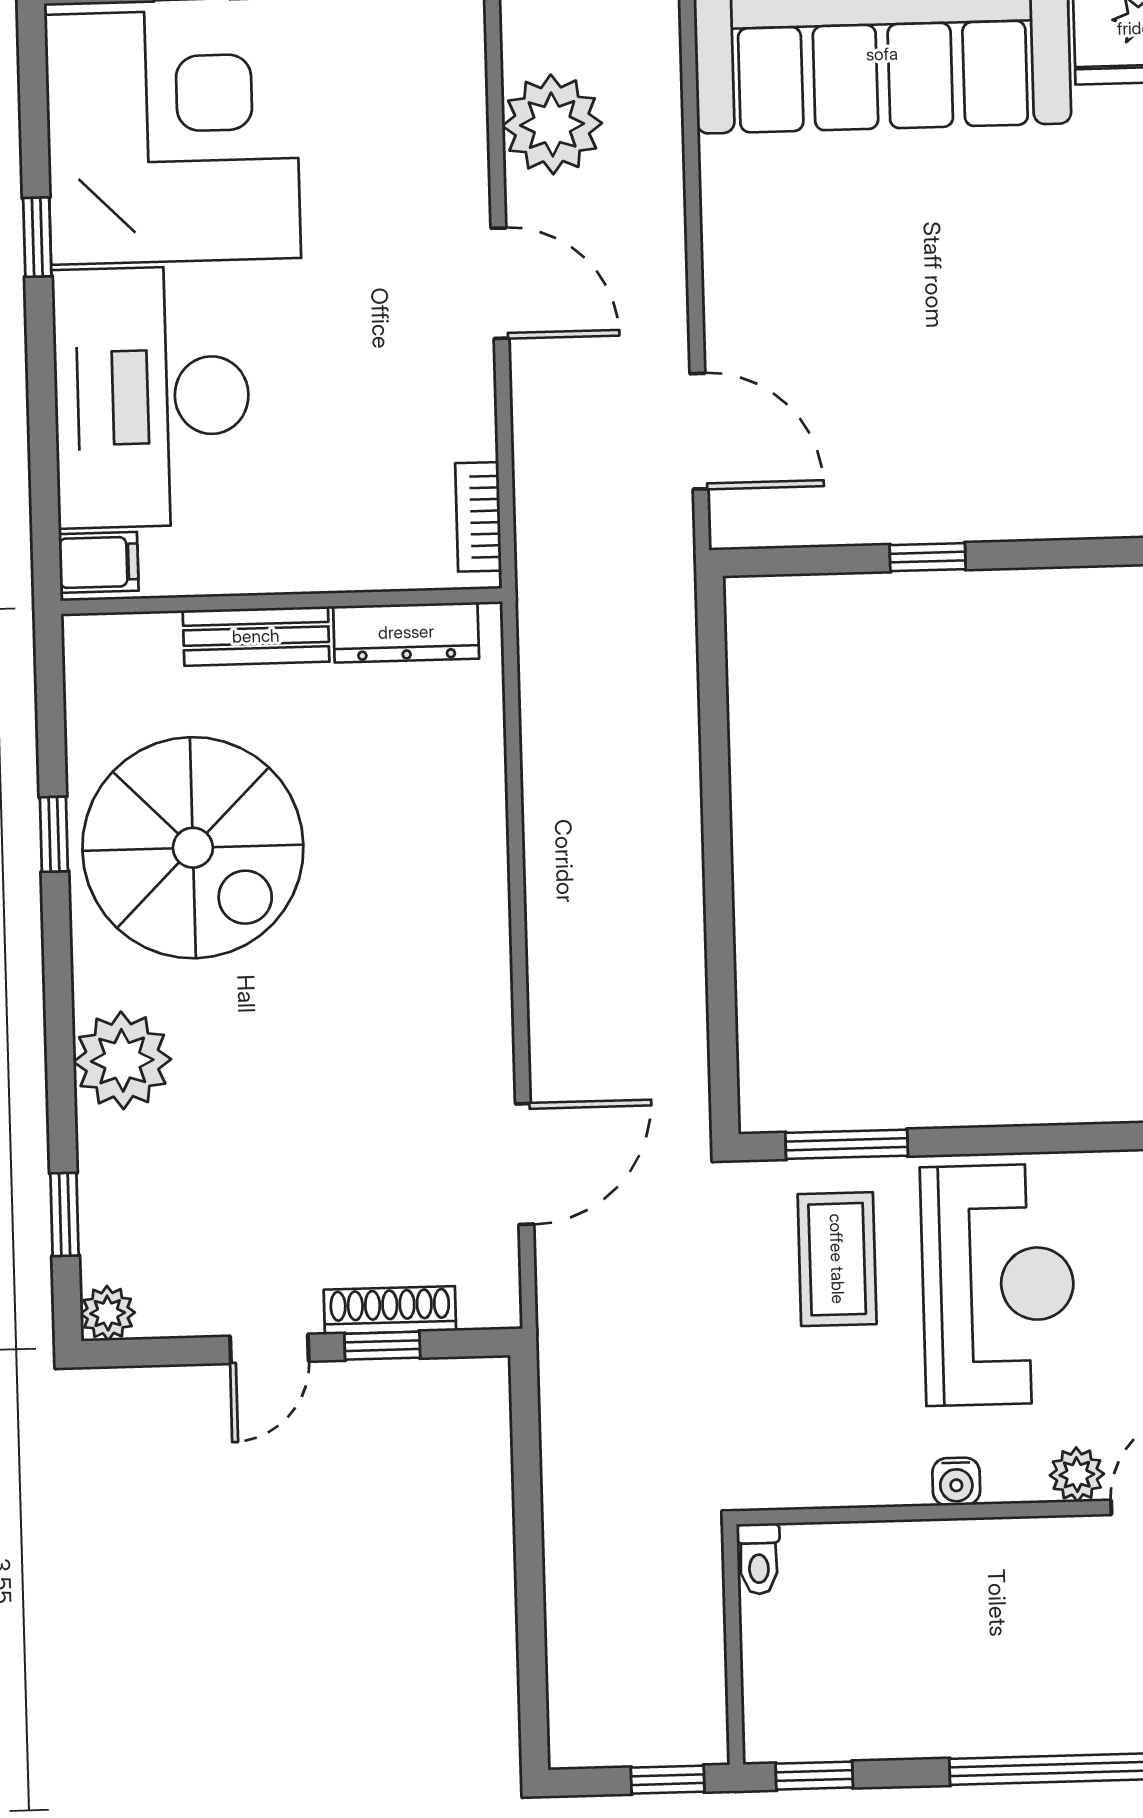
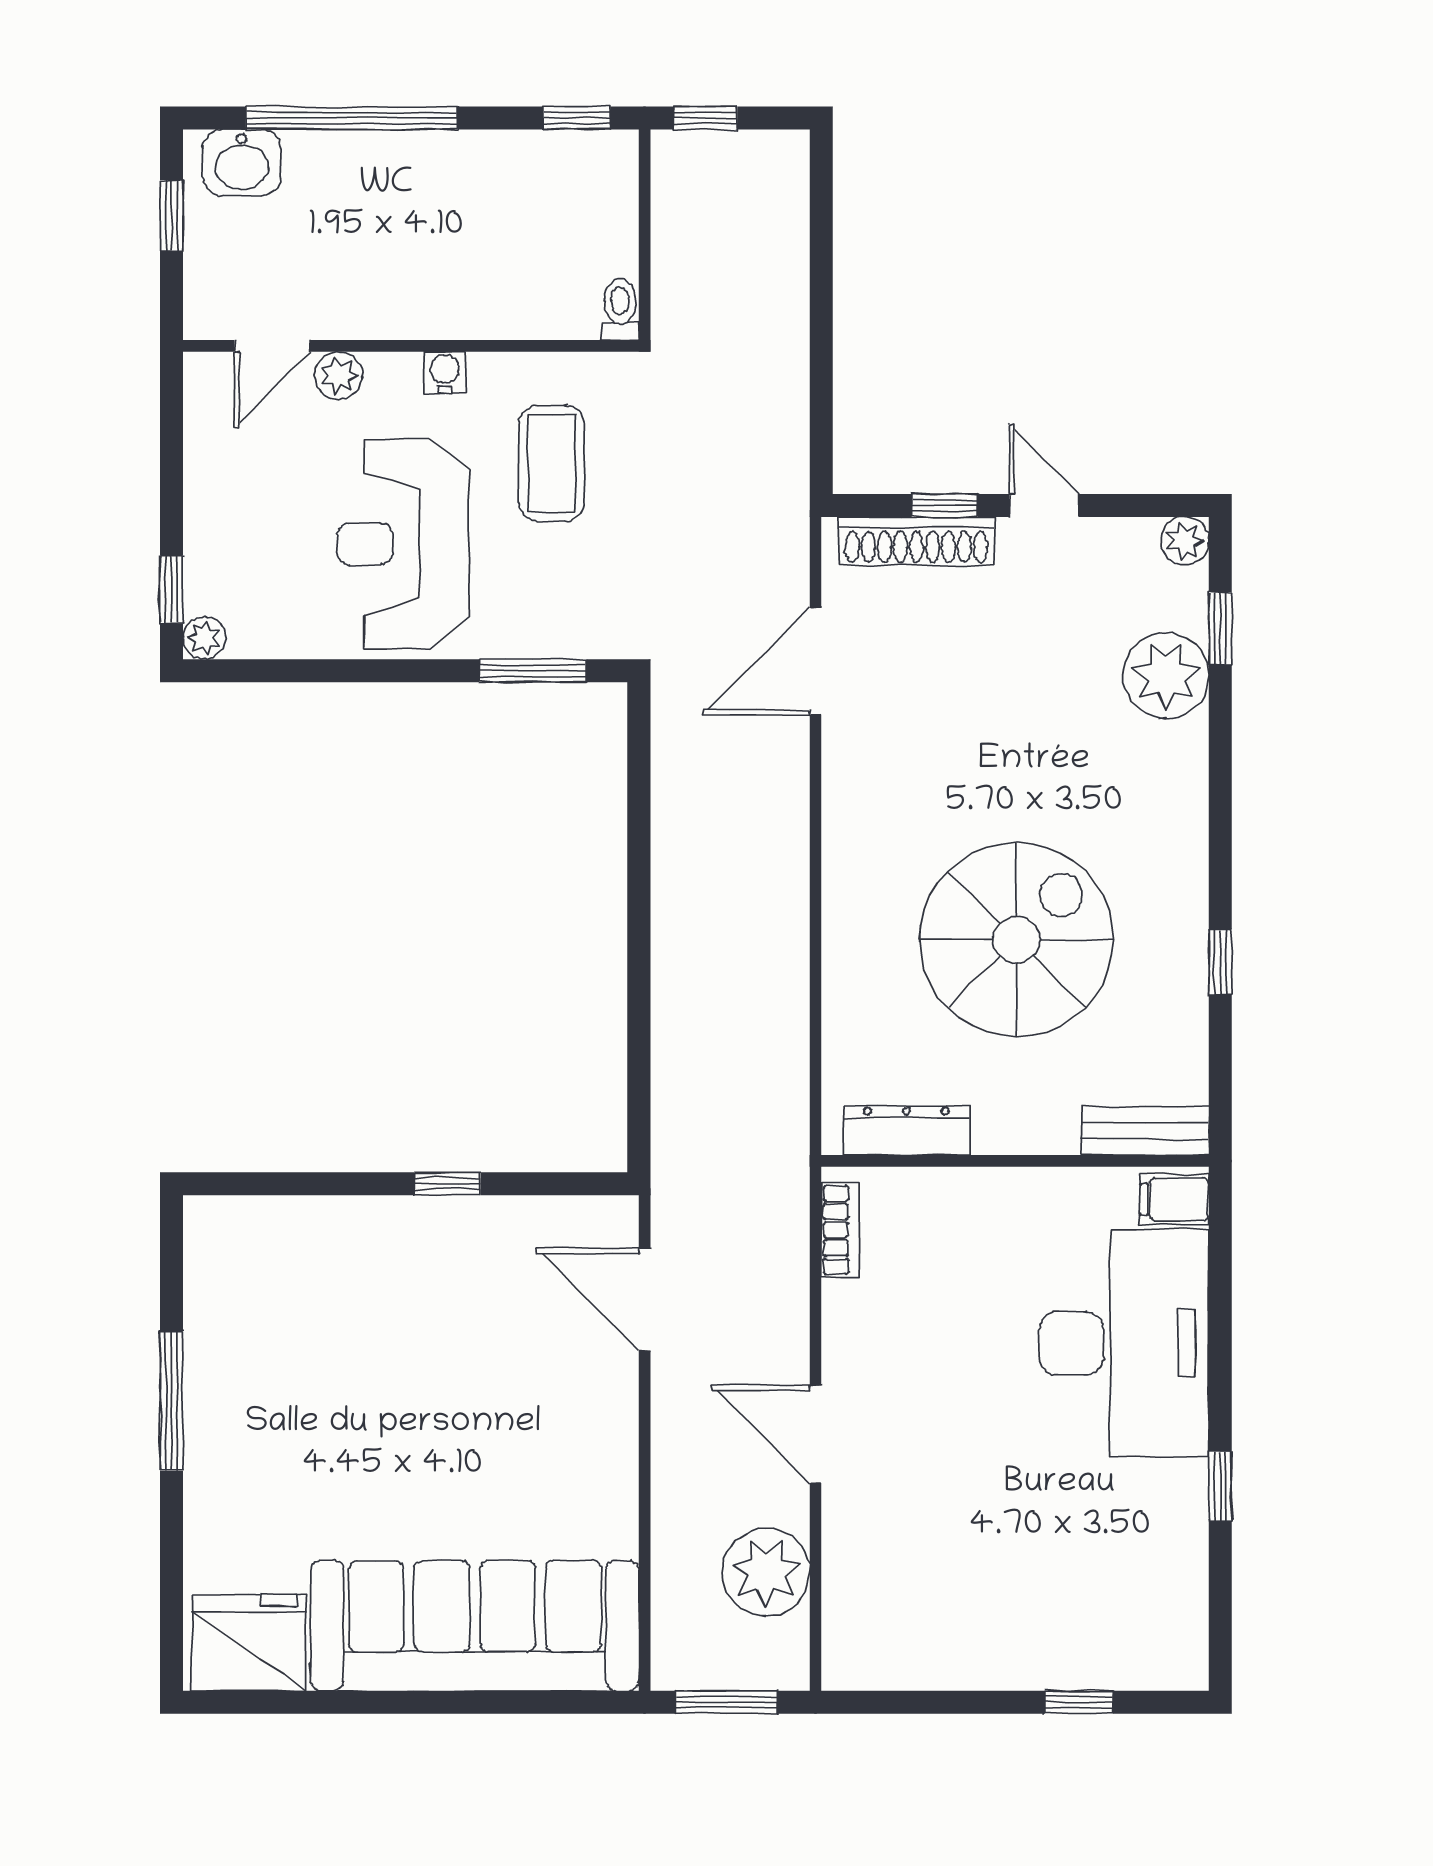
corner desk: (173, 136) -> (1099, 1571), removed
bench: (256, 636) -> (1145, 1131), moved
spiral stairs: (193, 848) -> (1016, 940), moved, turned 90
plant: (122, 1060) -> (1166, 676), moved
coffee table: (837, 1259) -> (551, 463), moved
shoe rack: (390, 1310) -> (917, 541), width x1.36, depth x1.24
door: (269, 1349) -> (1044, 505), hinge flipped

